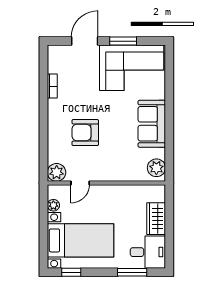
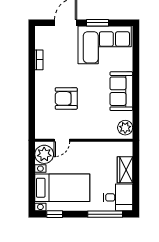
plant: (57, 172) -> (42, 131), removed
plant: (53, 205) -> (44, 154), width x1.88, depth x1.88
window: (132, 272) -> (105, 214), width x1.44

